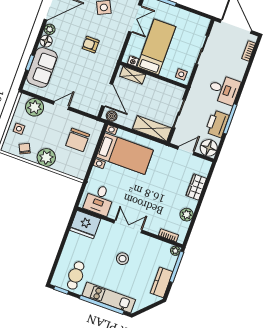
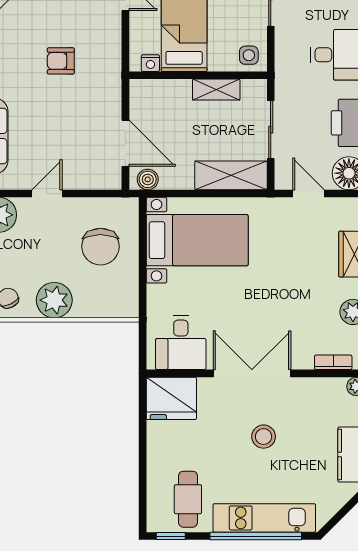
shelving: (133, 75) -> (216, 90), moved
door: (186, 151) -> (308, 194), hinge flipped
double door: (128, 227) -> (252, 373), width x1.37

